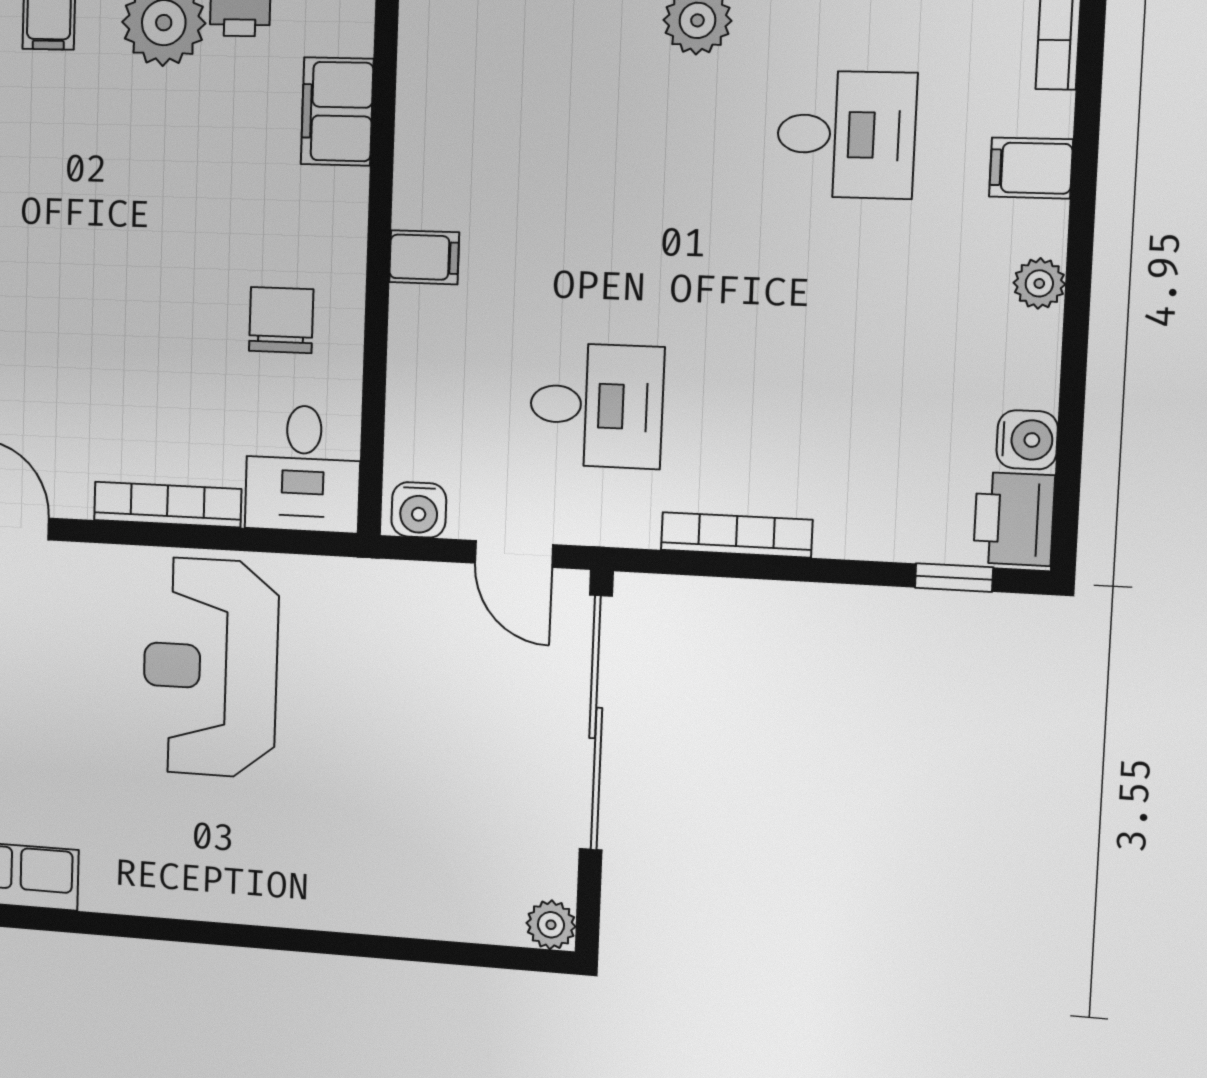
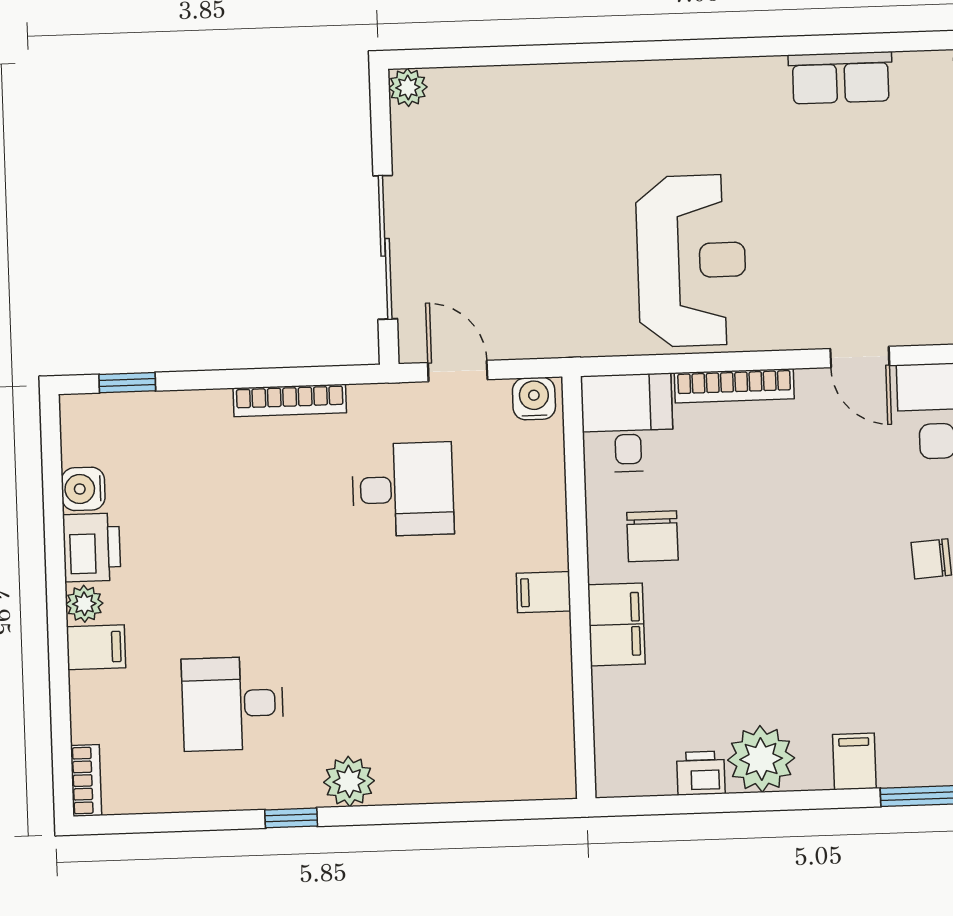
filing cabinet: (337, 111) -> (616, 624), moved
filing cabinet: (1031, 168) -> (96, 647), moved
desk: (596, 406) -> (403, 489), turned 180
printer: (1014, 519) -> (92, 547), moved
sliding door: (596, 723) -> (385, 247), width x0.73

